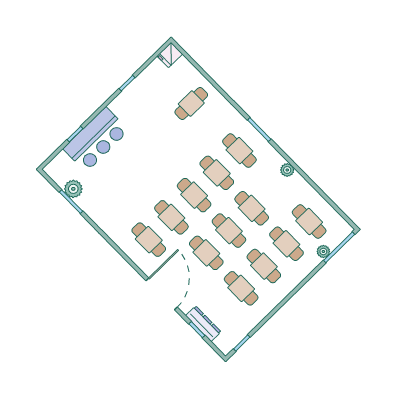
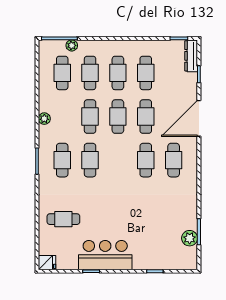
bar counter: (96, 140) -> (105, 255), moved
cafe table: (194, 195) -> (118, 160), removed
dresser: (203, 324) -> (191, 56), moved

